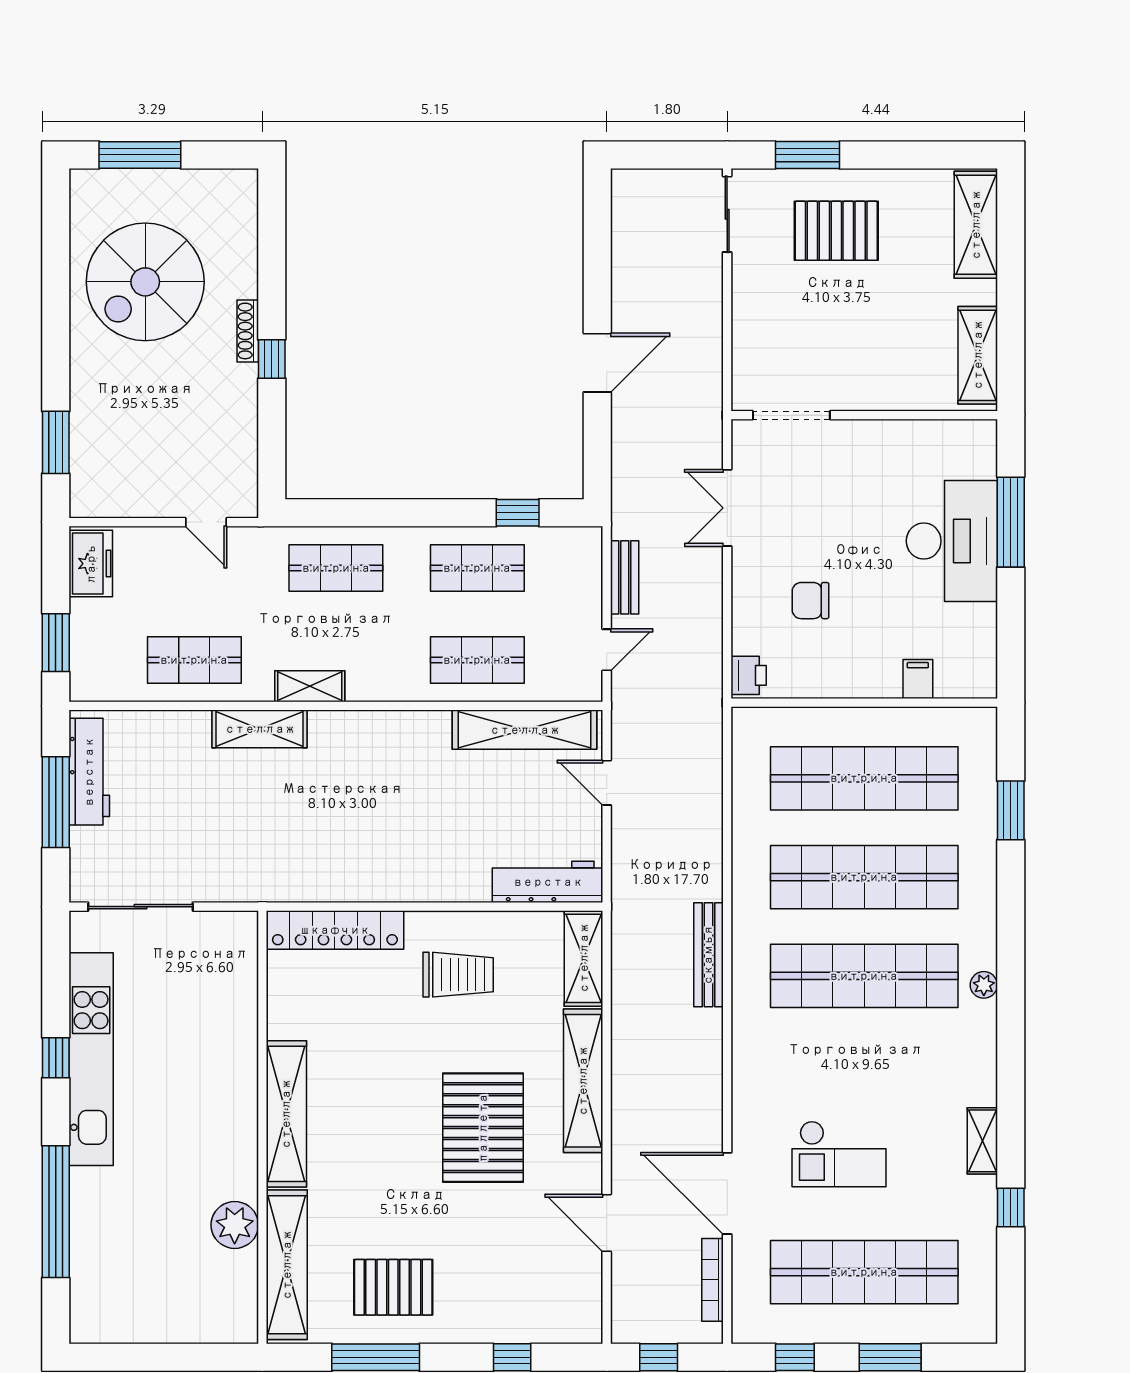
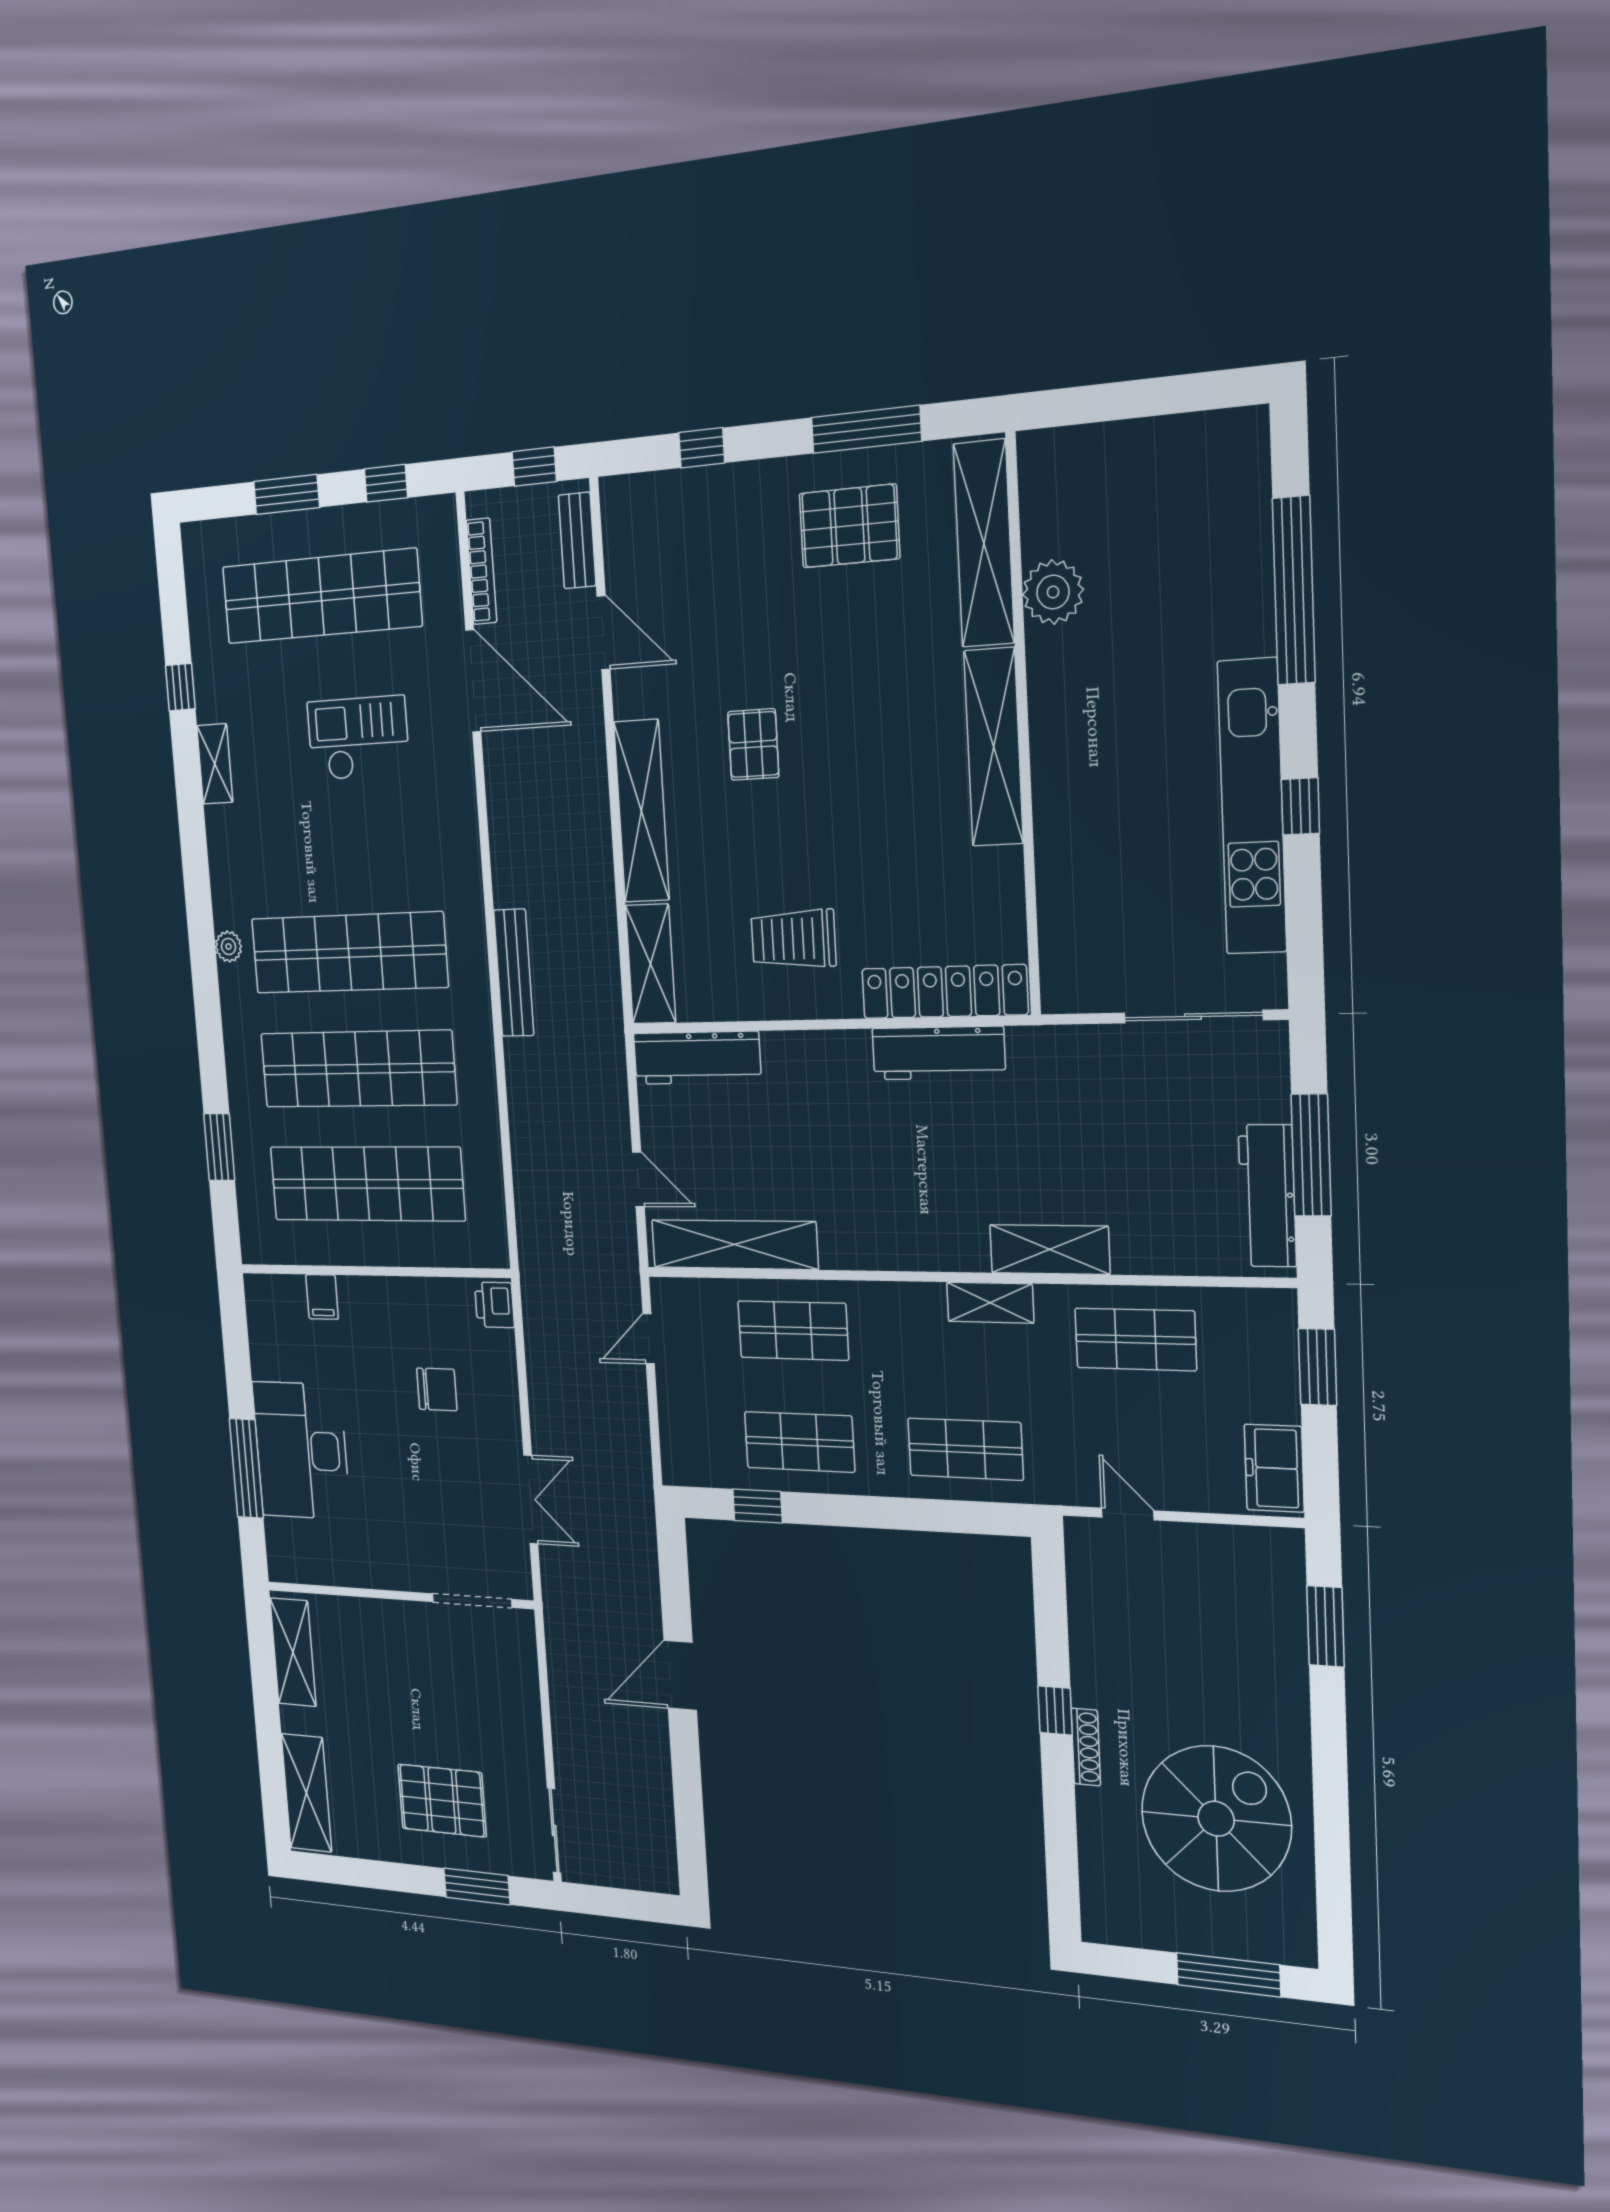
bench: (625, 577) -> (577, 540), moved
workbench: (342, 882) -> (938, 1053), added
pallet: (483, 1128) -> (753, 744), width x0.49, depth x0.50

